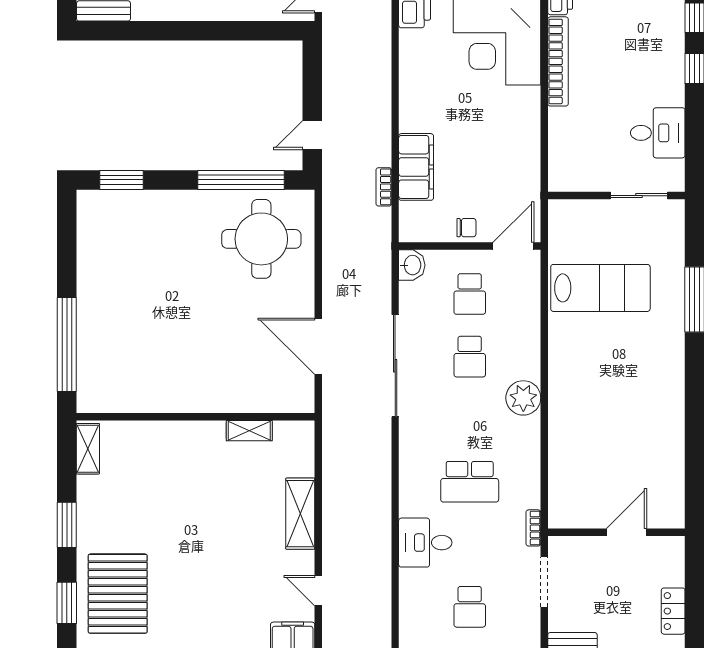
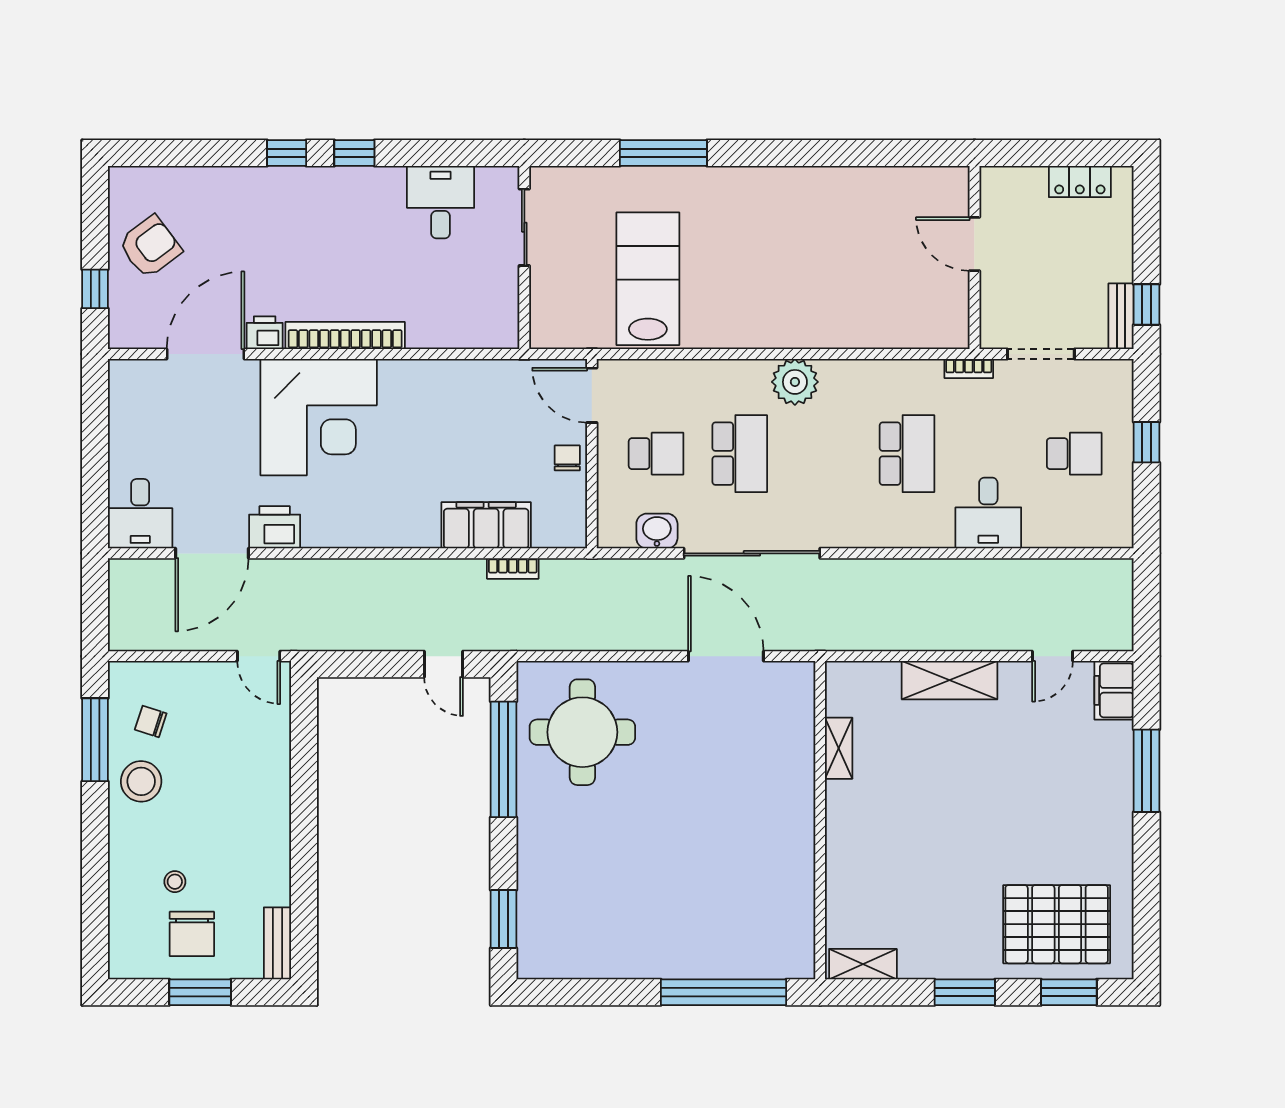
washbasin: (412, 265) -> (657, 531), moved
door: (318, 346) -> (726, 656), swing flipped
school desk: (470, 357) -> (740, 454), width x1.85

